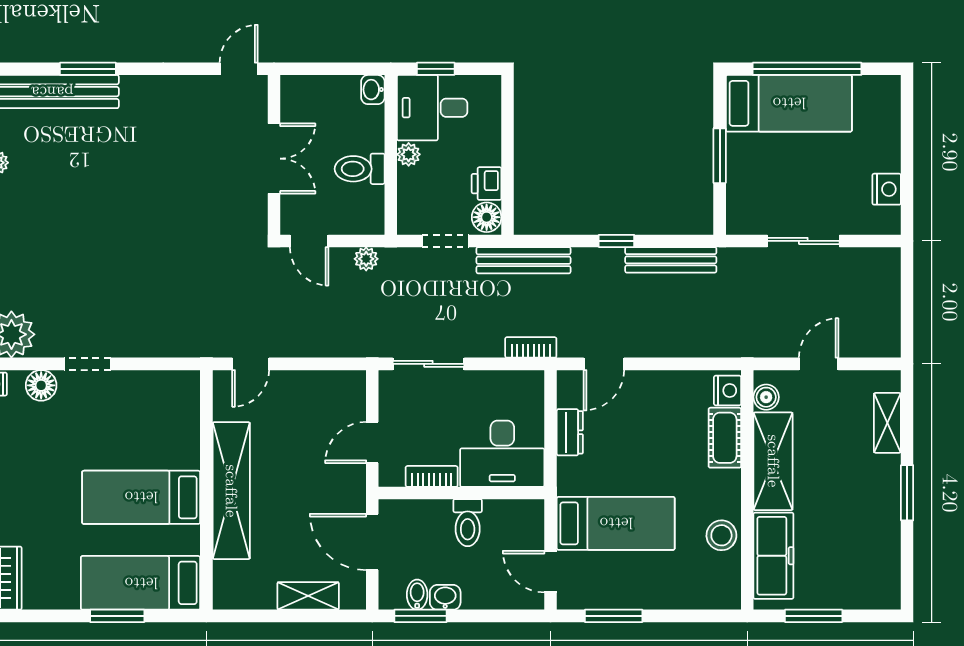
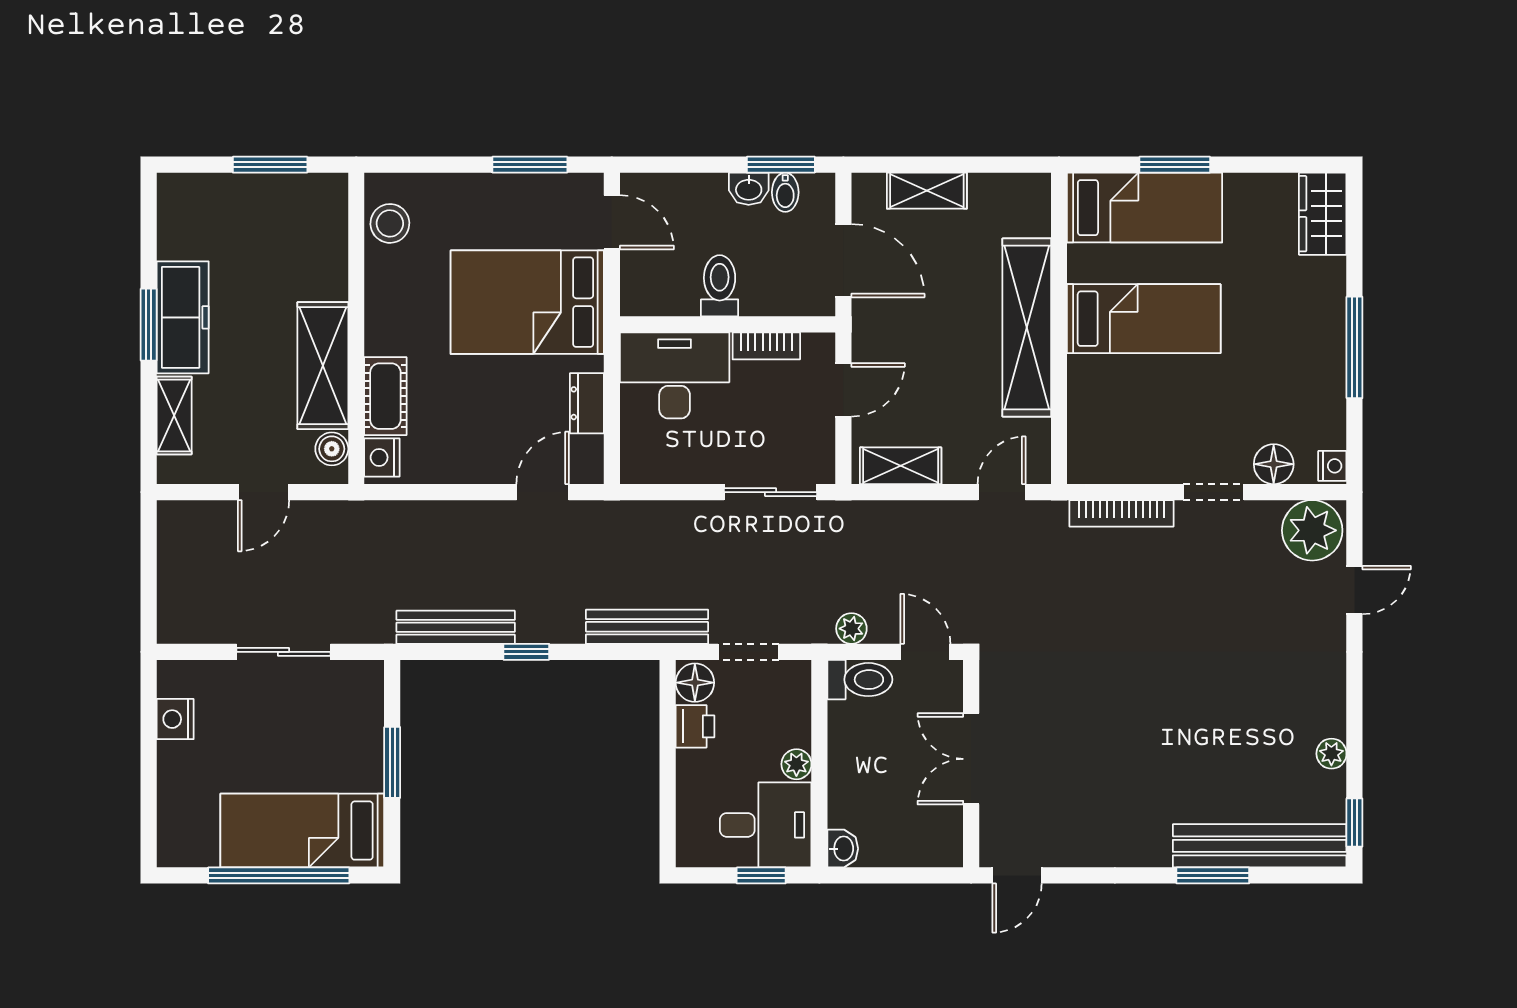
toilet: (360, 169) -> (860, 680), moved
bookcase: (531, 347) -> (1122, 513), moved, width x1.56
shelving: (328, 384) -> (901, 466), added
bed: (616, 523) -> (527, 302), width x1.50
stool: (721, 535) -> (390, 223), moved
freezer: (773, 556) -> (183, 317), moved, turned 180

